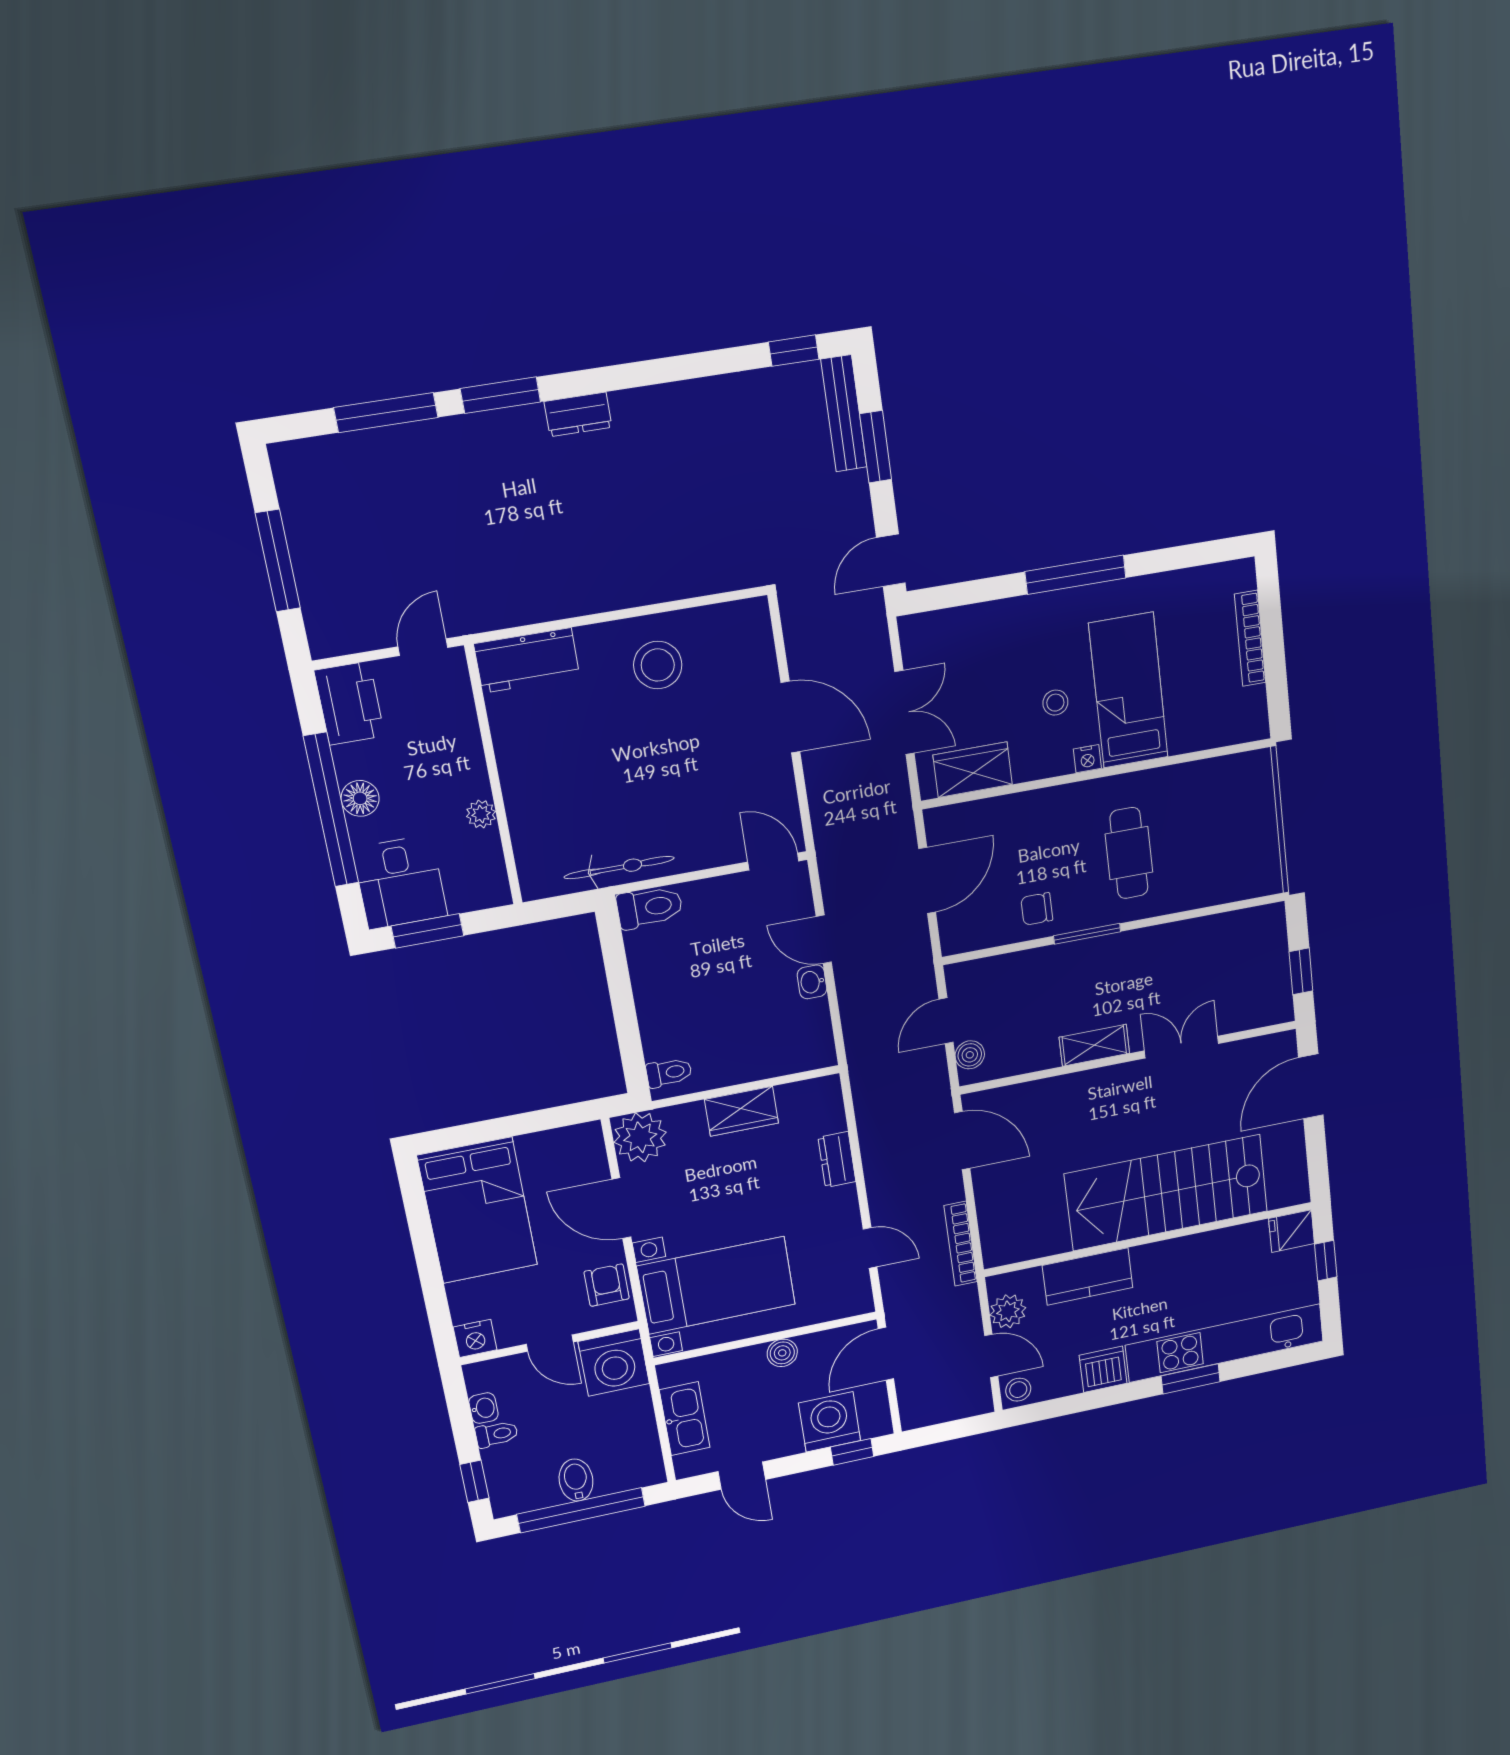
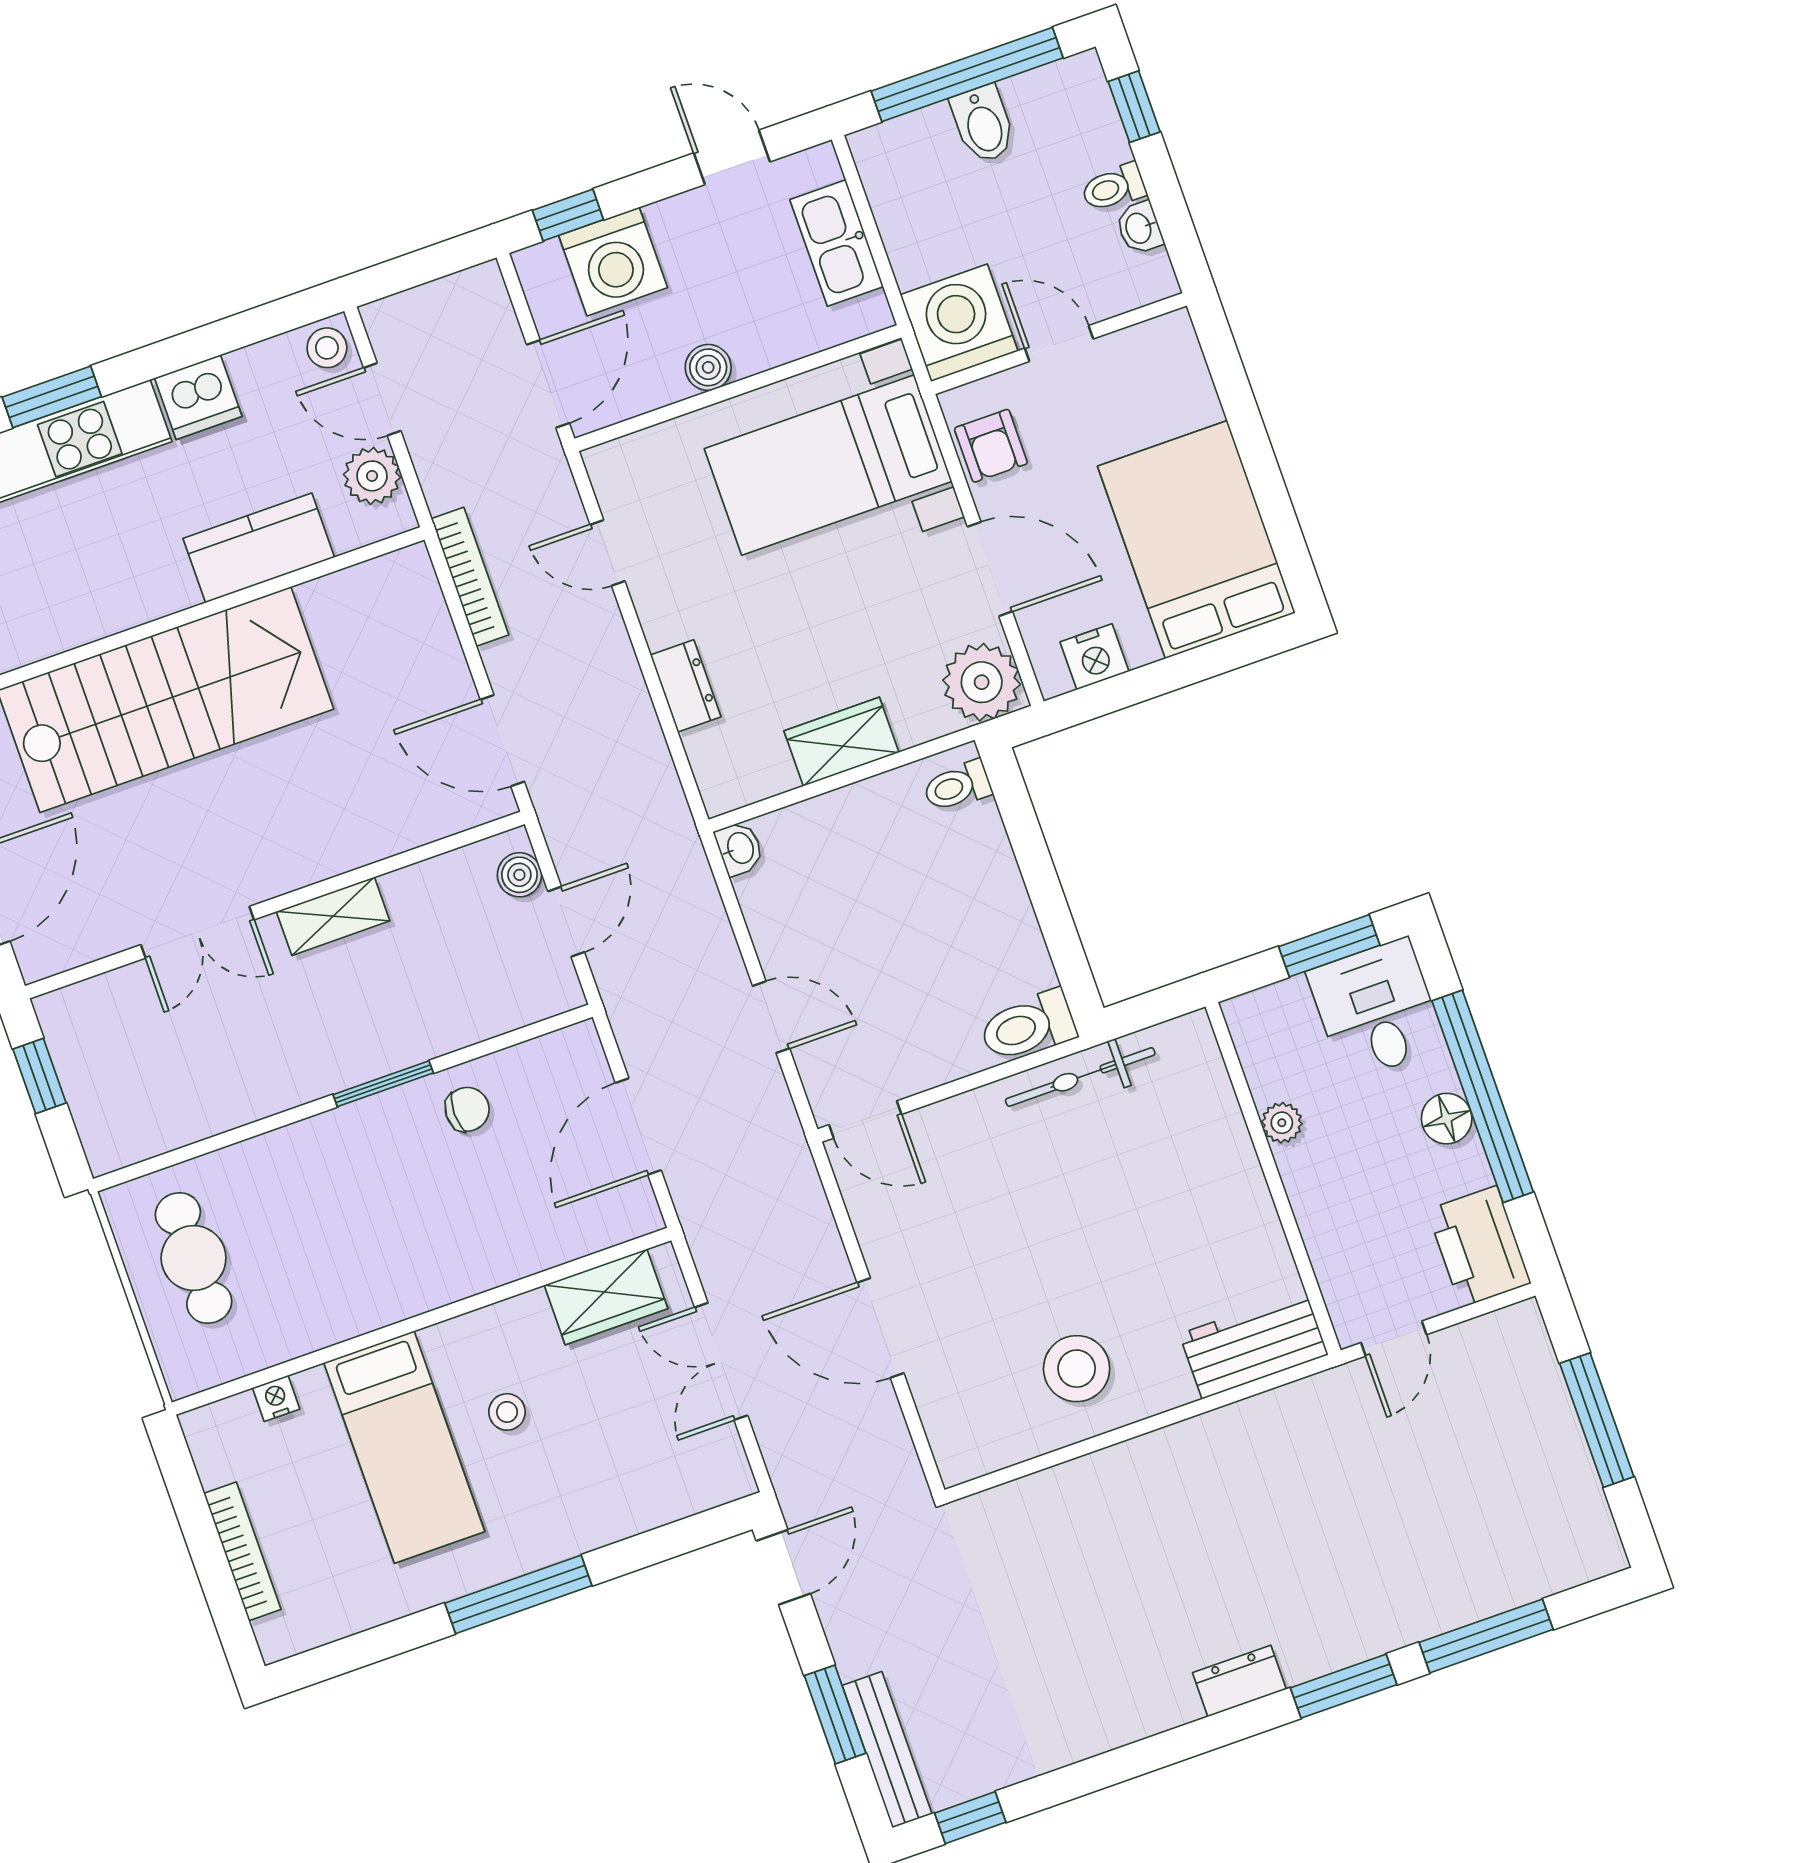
nightstand: (1087, 759) -> (276, 1398), moved
cafe table: (1129, 853) -> (194, 1258), moved
washbasin: (812, 982) -> (739, 848), moved
nightstand: (475, 1338) -> (1094, 657), moved, turned 180

